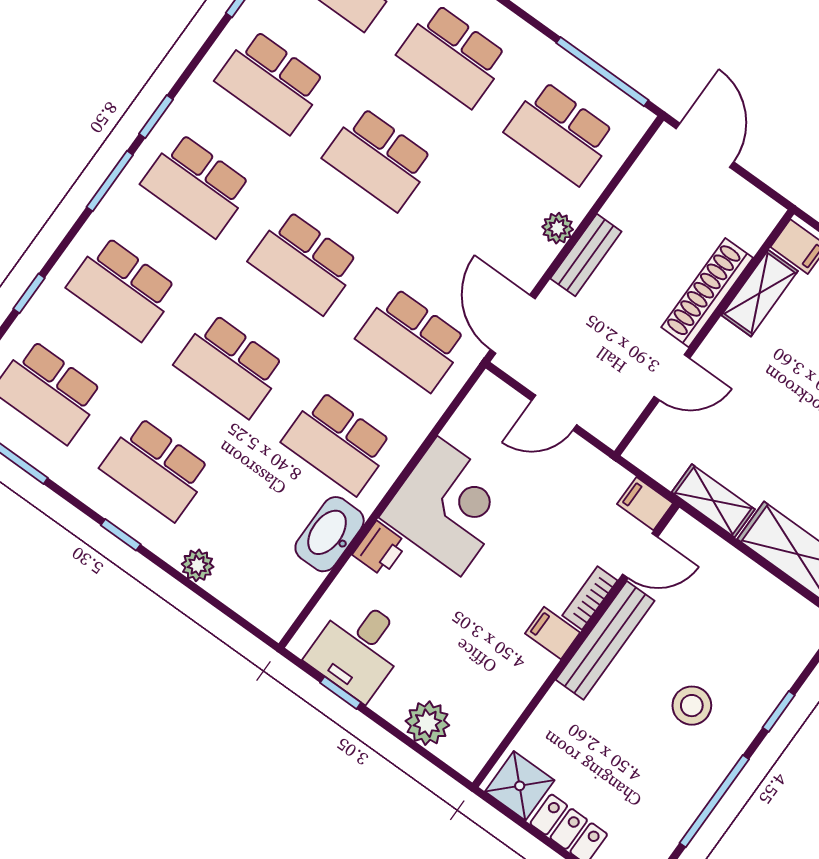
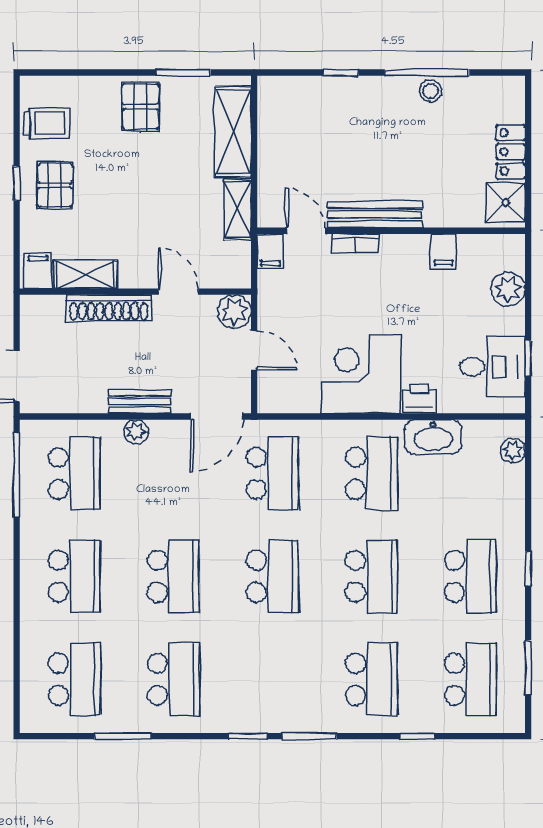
school desk: (197, 185) -> (272, 679), removed
plant: (609, 421) -> (234, 311), added
plant: (198, 565) -> (513, 451), moved
filing cabinet: (553, 633) -> (443, 251), moved
stool: (692, 706) -> (431, 91), moved, width x0.73, depth x0.73

